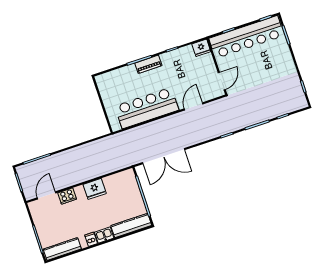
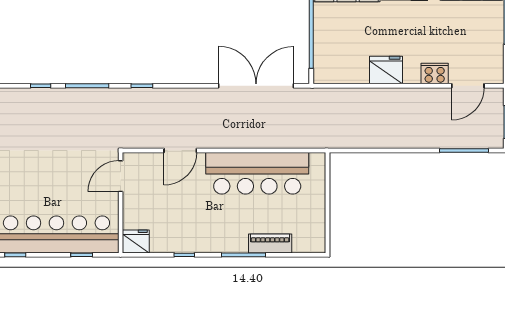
piano: (148, 64) -> (270, 243), moved

